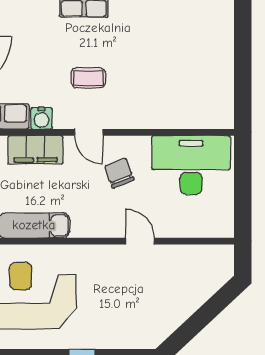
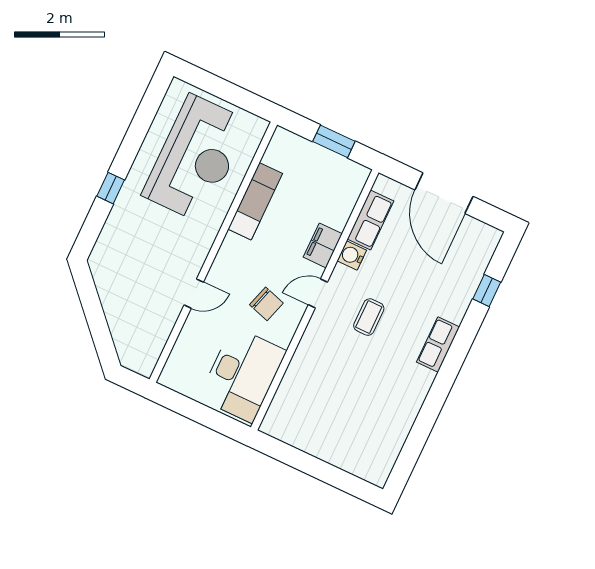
filing cabinet: (35, 150) -> (323, 245), width x0.67, depth x0.86
chair: (119, 173) -> (266, 304), turned 38

